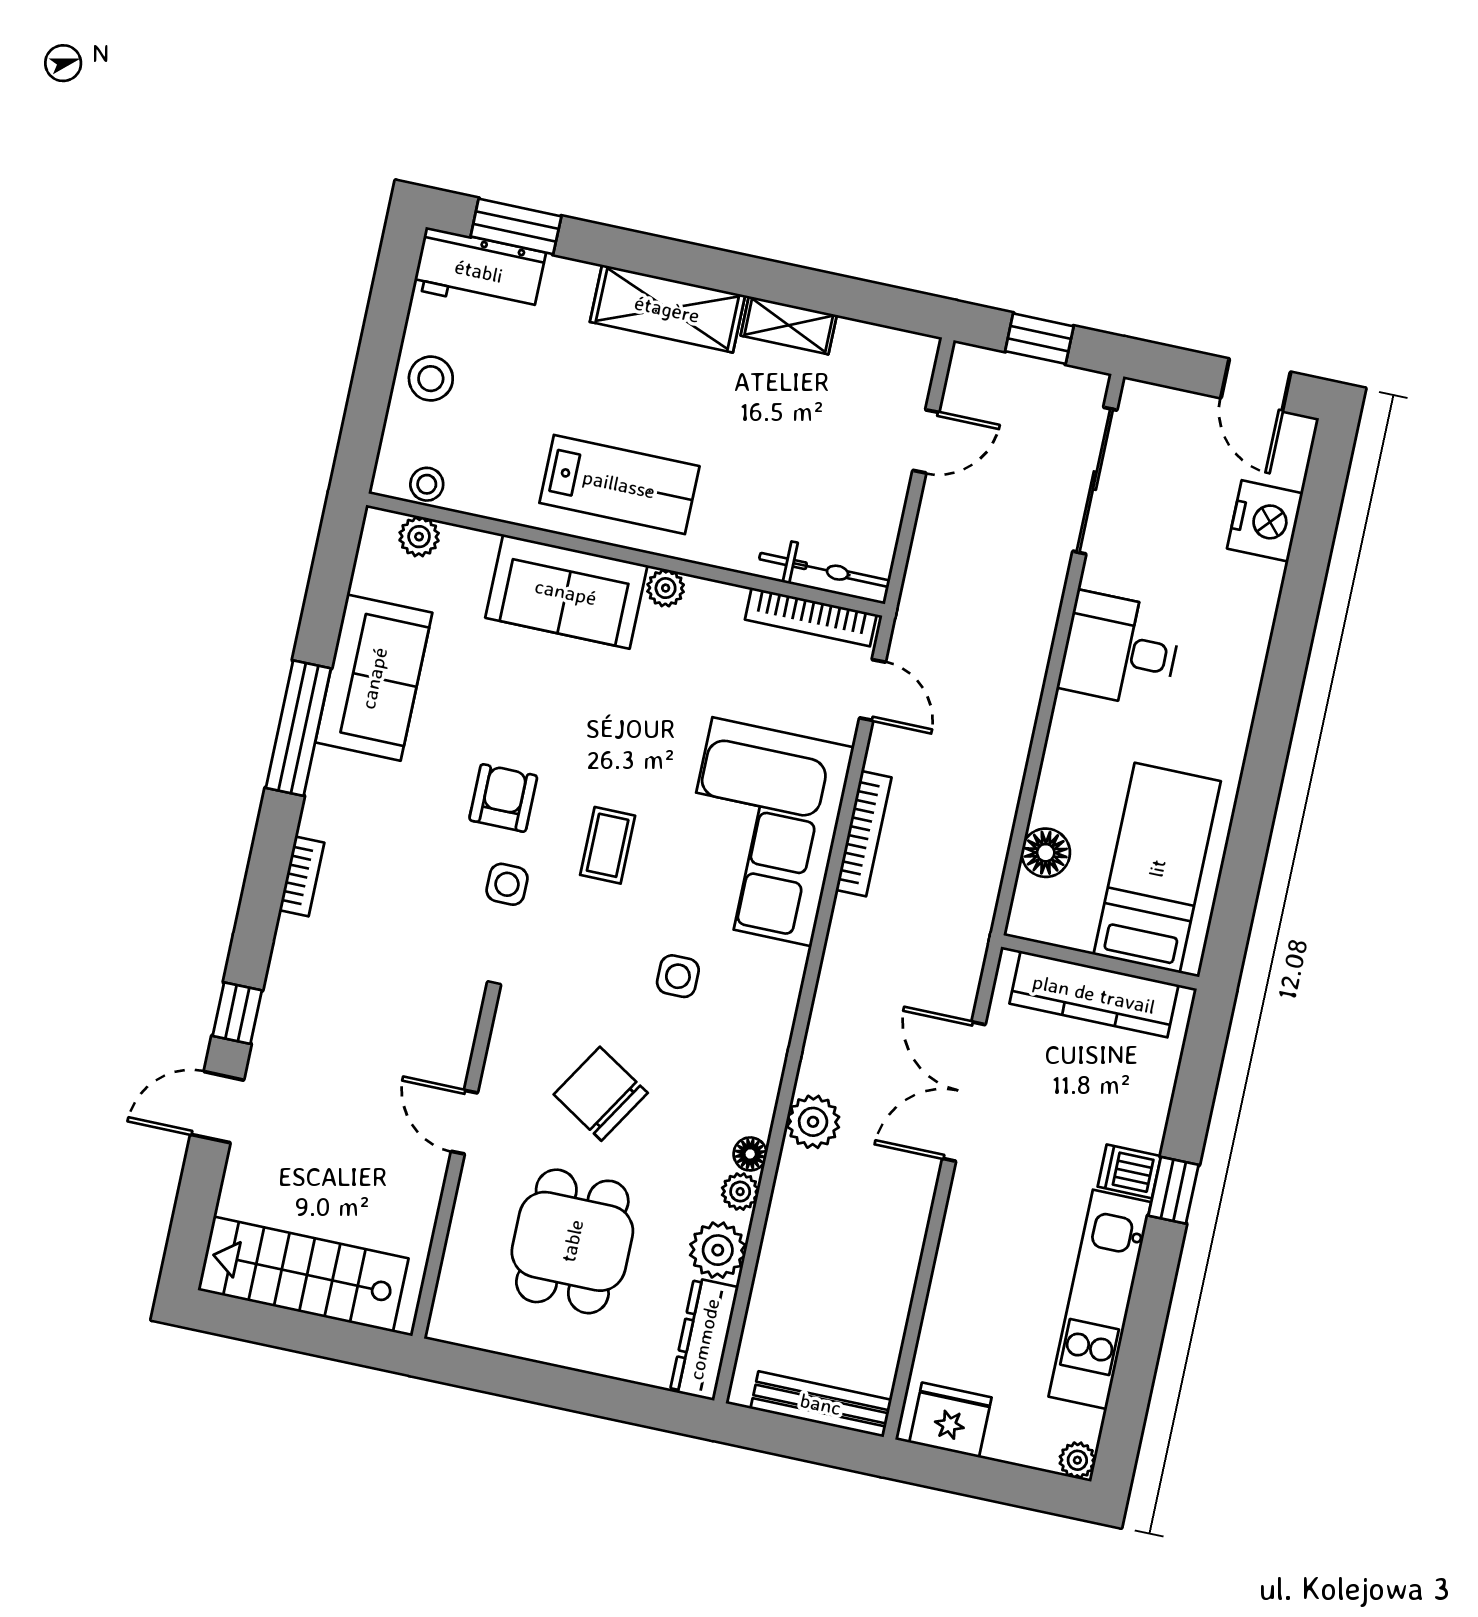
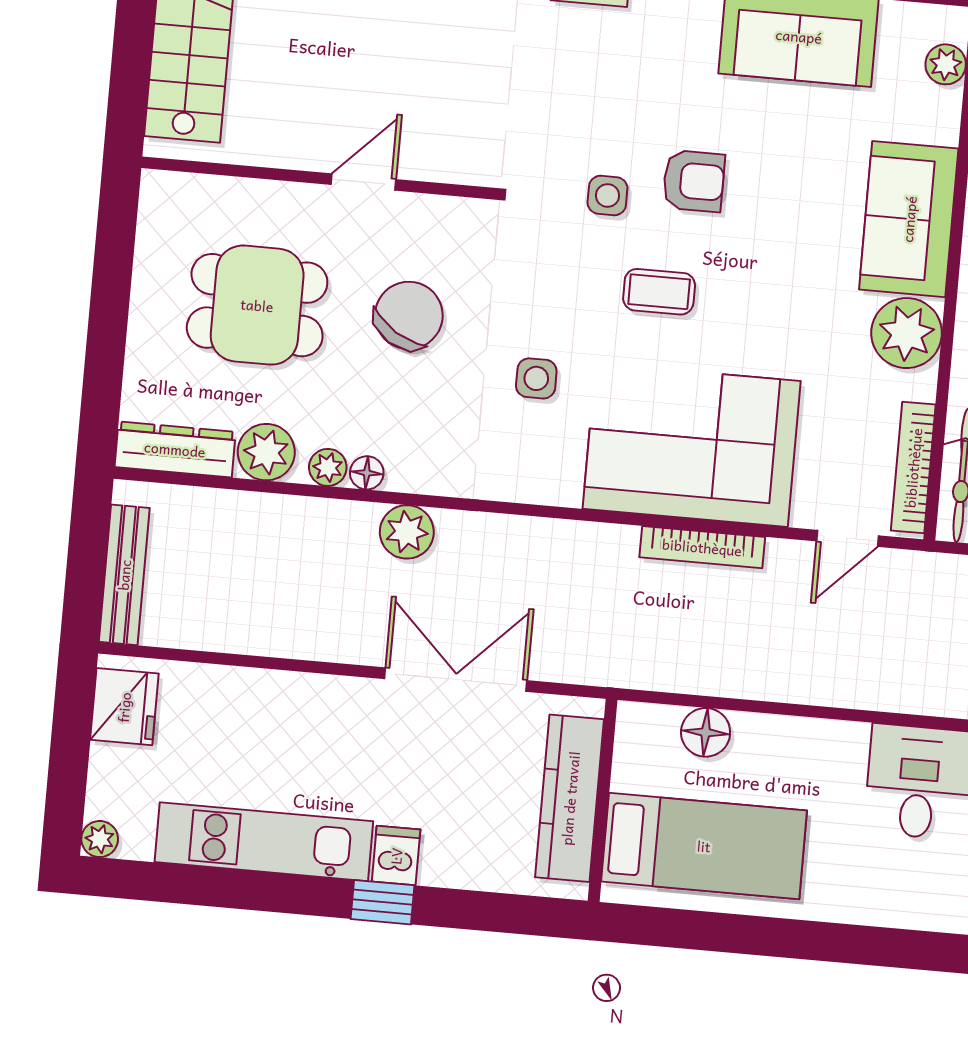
plant: (666, 588) -> (907, 333), width x1.88, depth x1.88

